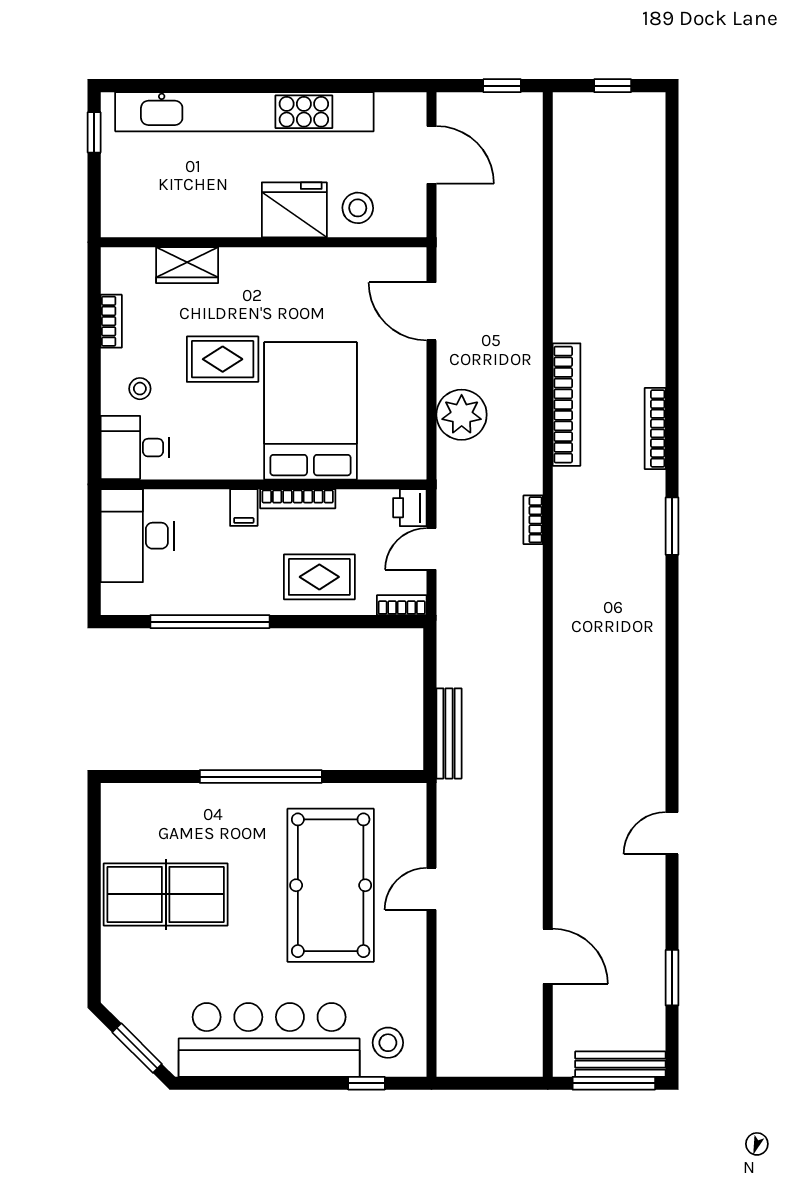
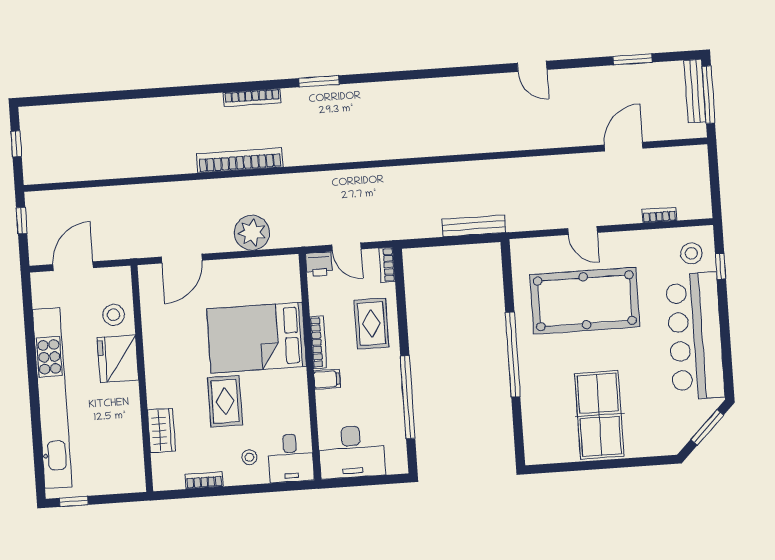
bookcase: (533, 520) -> (659, 215), moved, turned 180

